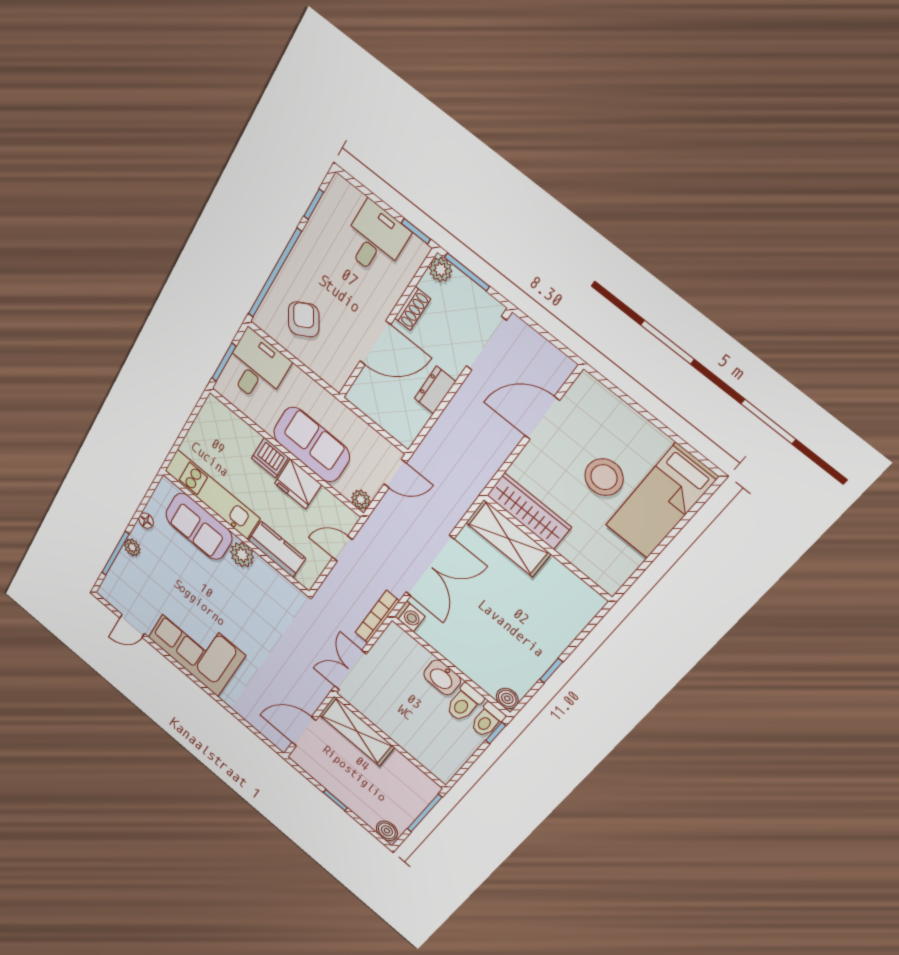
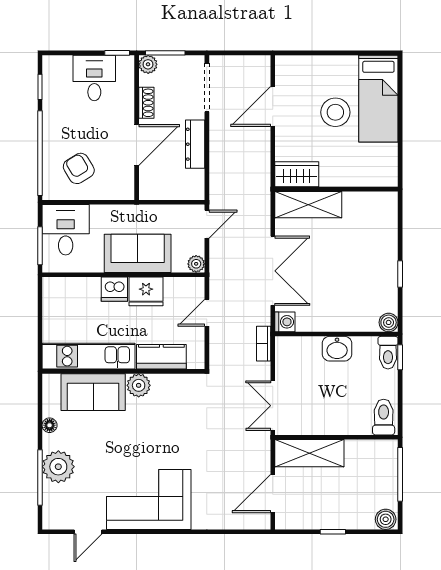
dresser: (435, 390) -> (195, 144), width x1.44
wardrobe: (529, 511) -> (297, 174), width x0.67
plant: (132, 547) -> (58, 467), width x1.87, depth x1.87
bookcase: (377, 617) -> (264, 344), width x0.64
toilet: (464, 703) -> (384, 417), moved, turned 180

